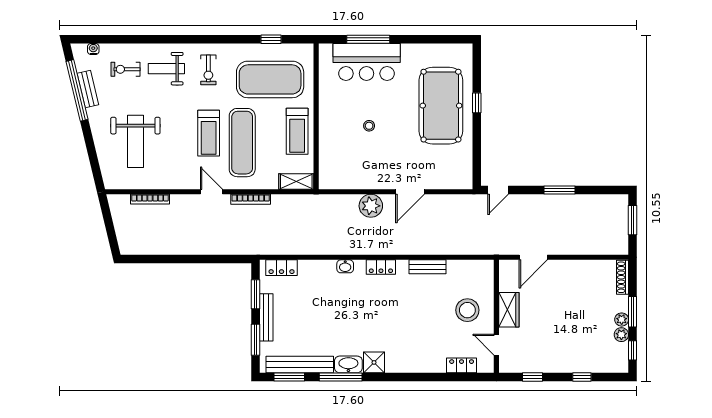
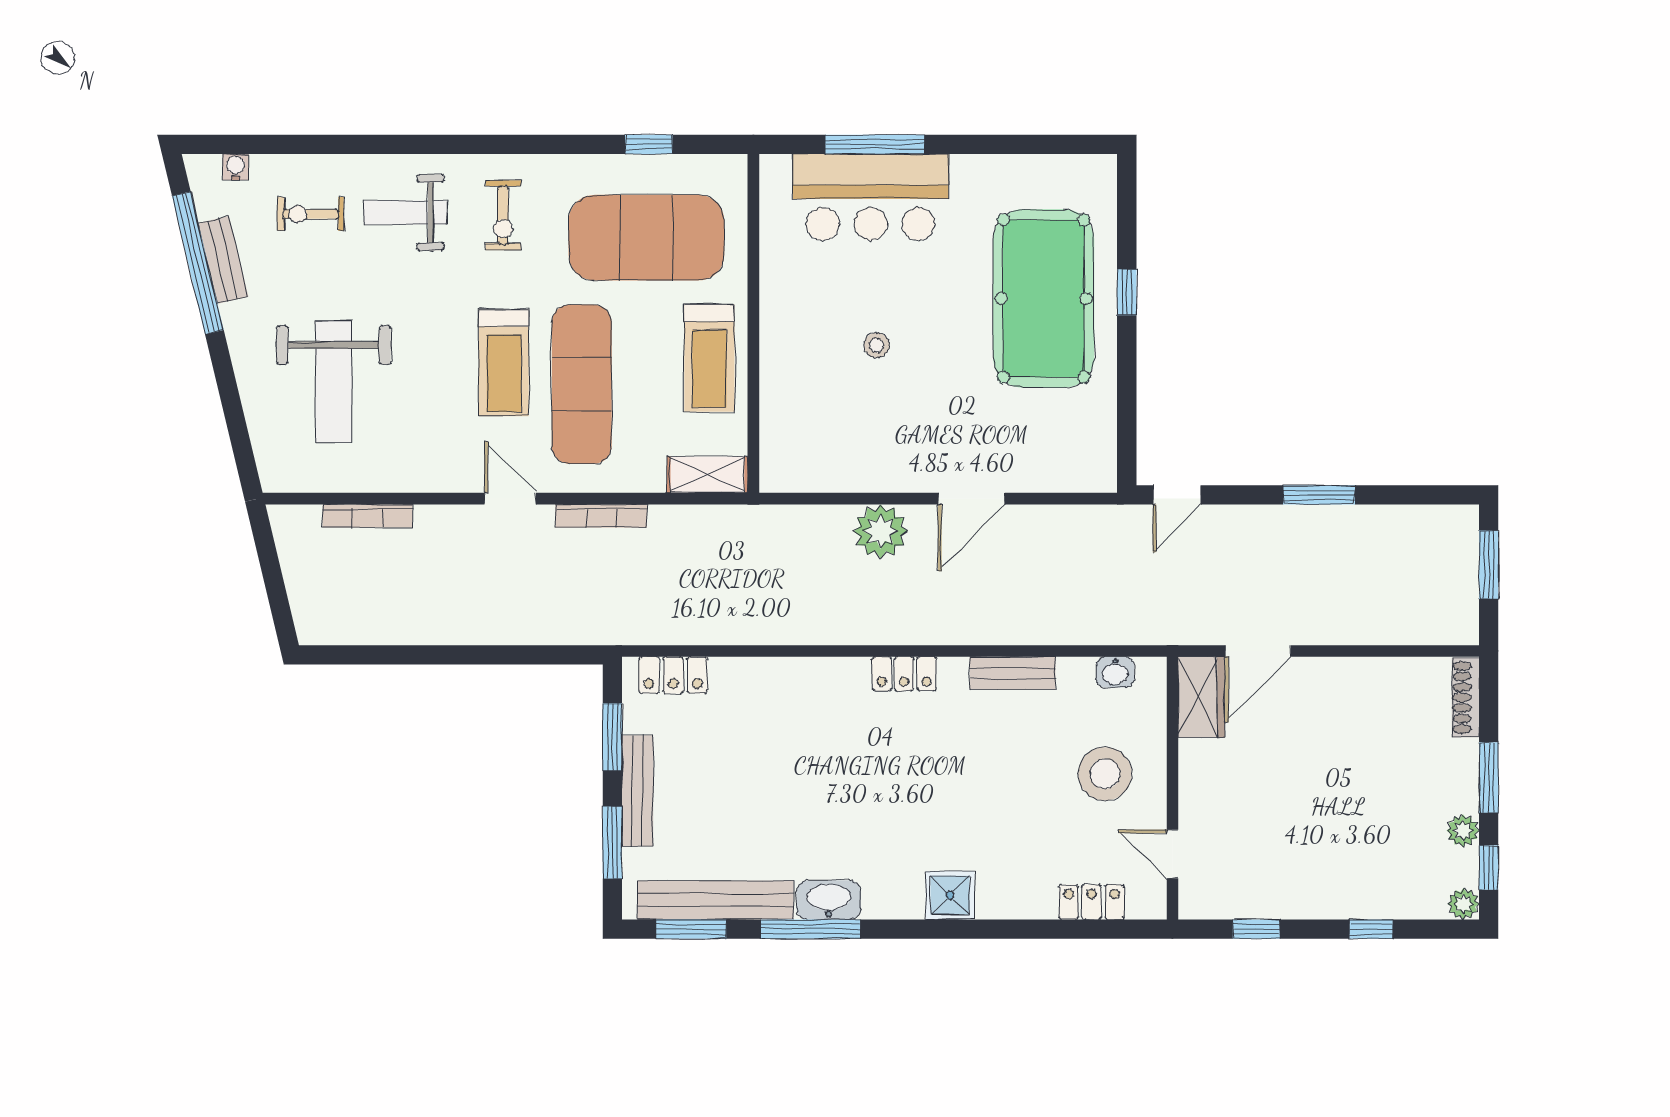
washbasin: (345, 266) -> (1115, 672), moved
wardrobe: (509, 310) -> (1202, 697), moved
plant: (622, 320) -> (1463, 904), moved
shower: (374, 362) -> (950, 895), moved

